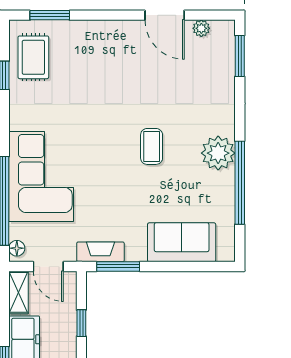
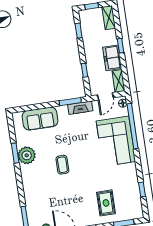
rug: (33, 57) -> (106, 203), moved
plant: (218, 153) -> (27, 155), moved
window: (240, 183) -> (15, 153), width x0.47
door: (48, 266) -> (105, 96), swing flipped

